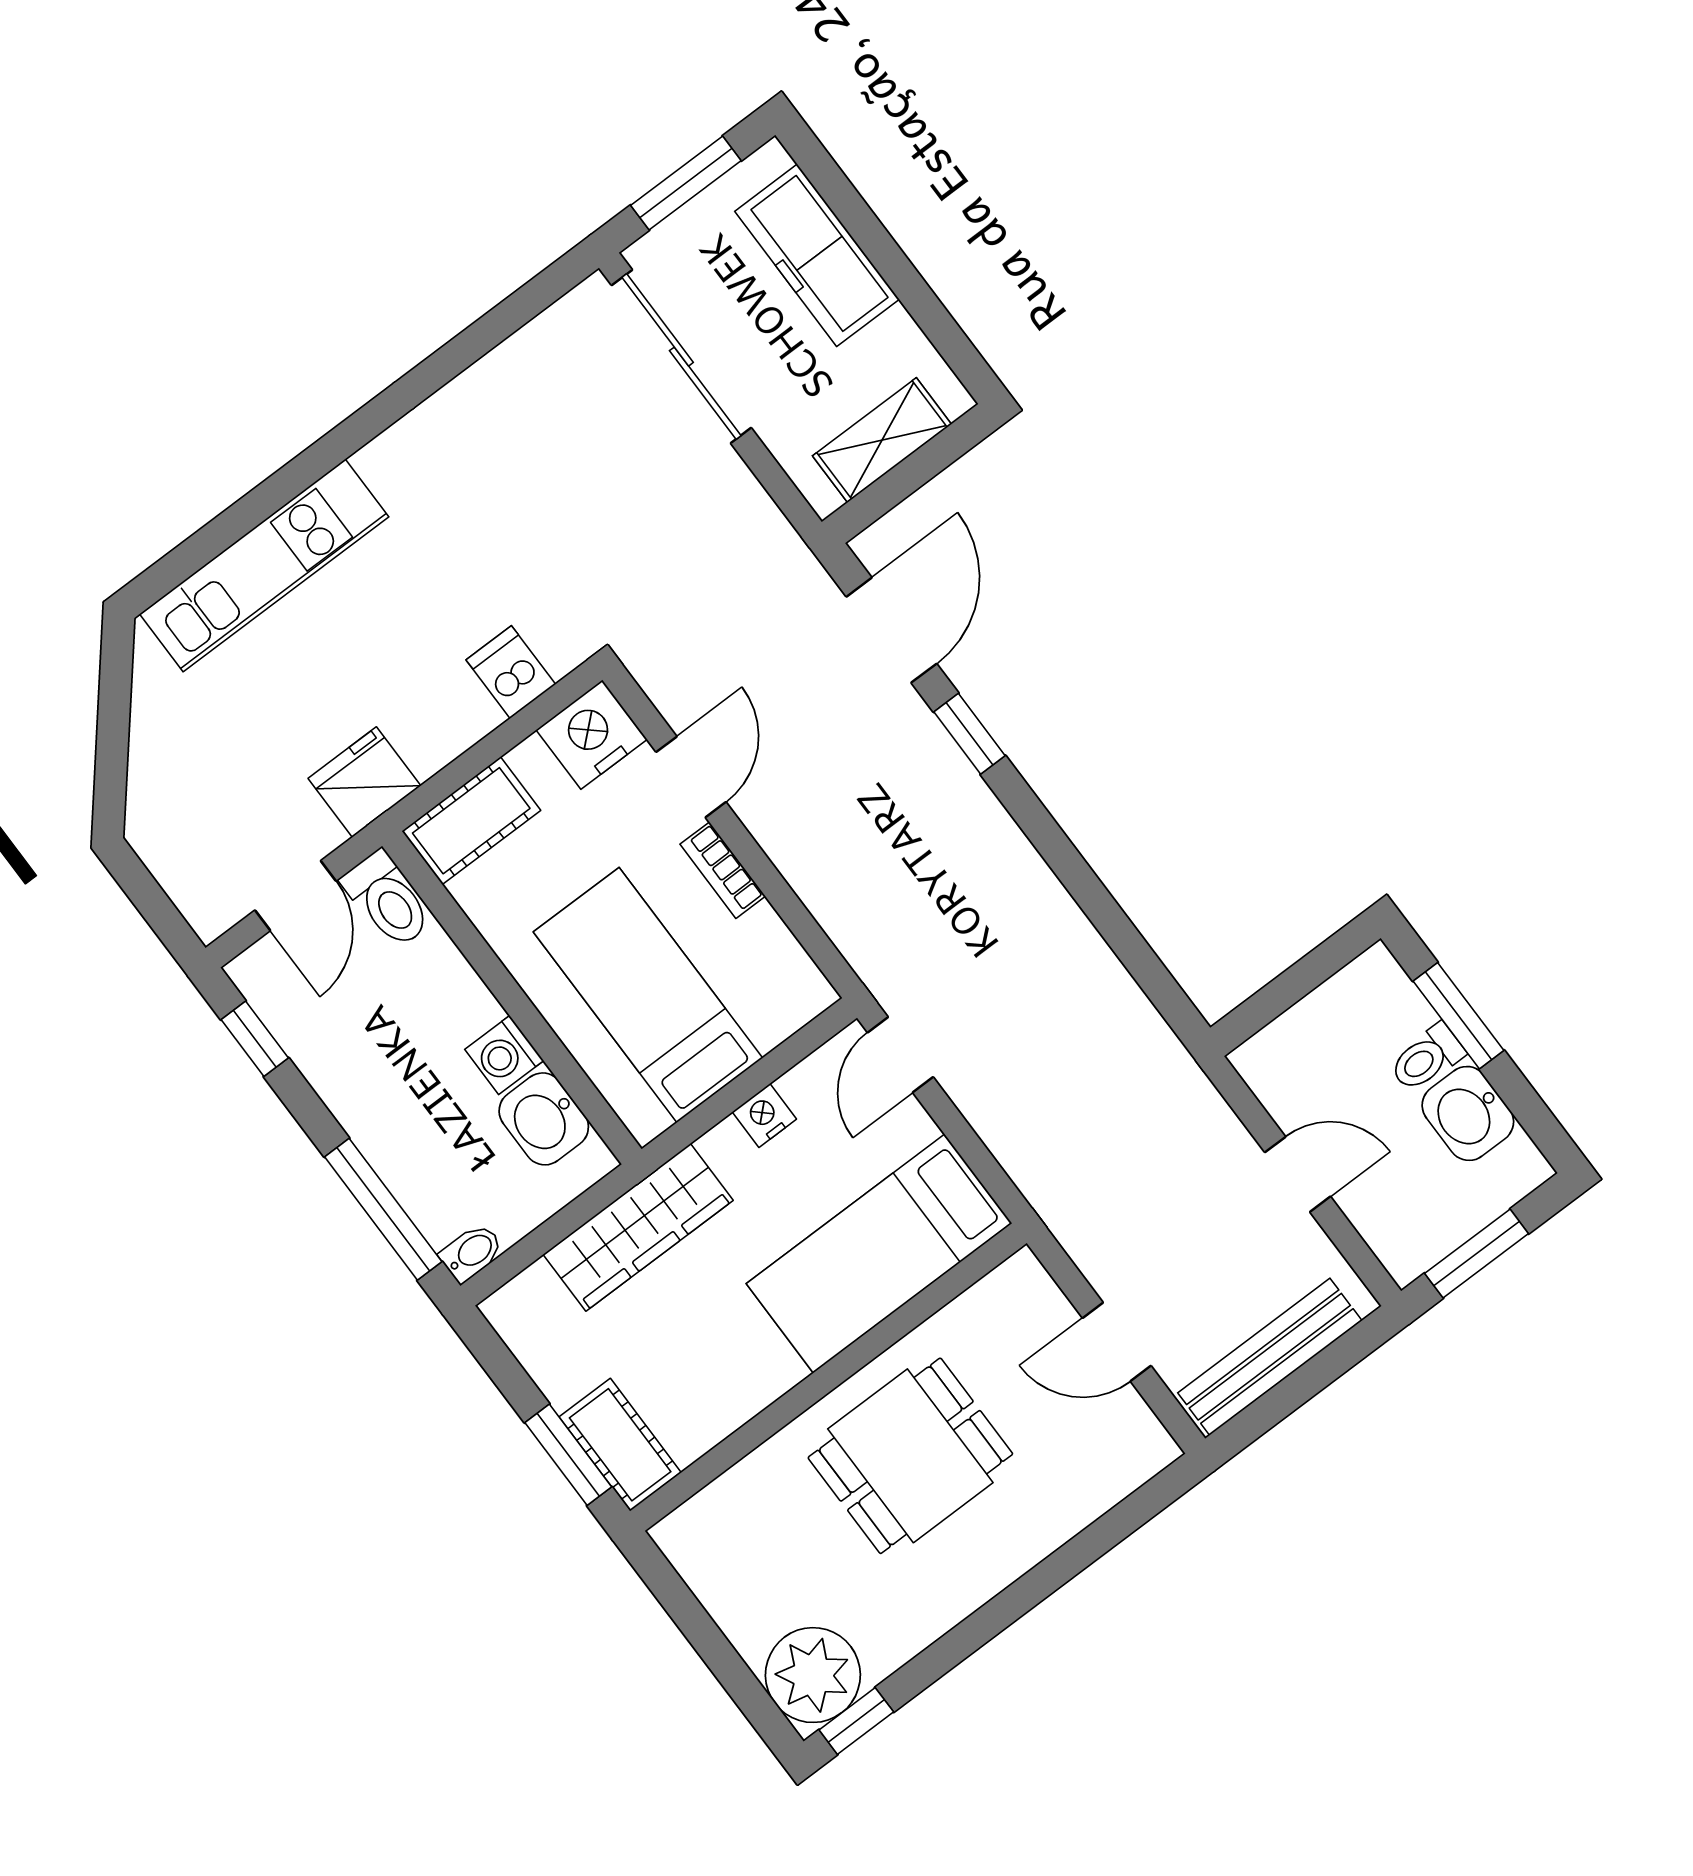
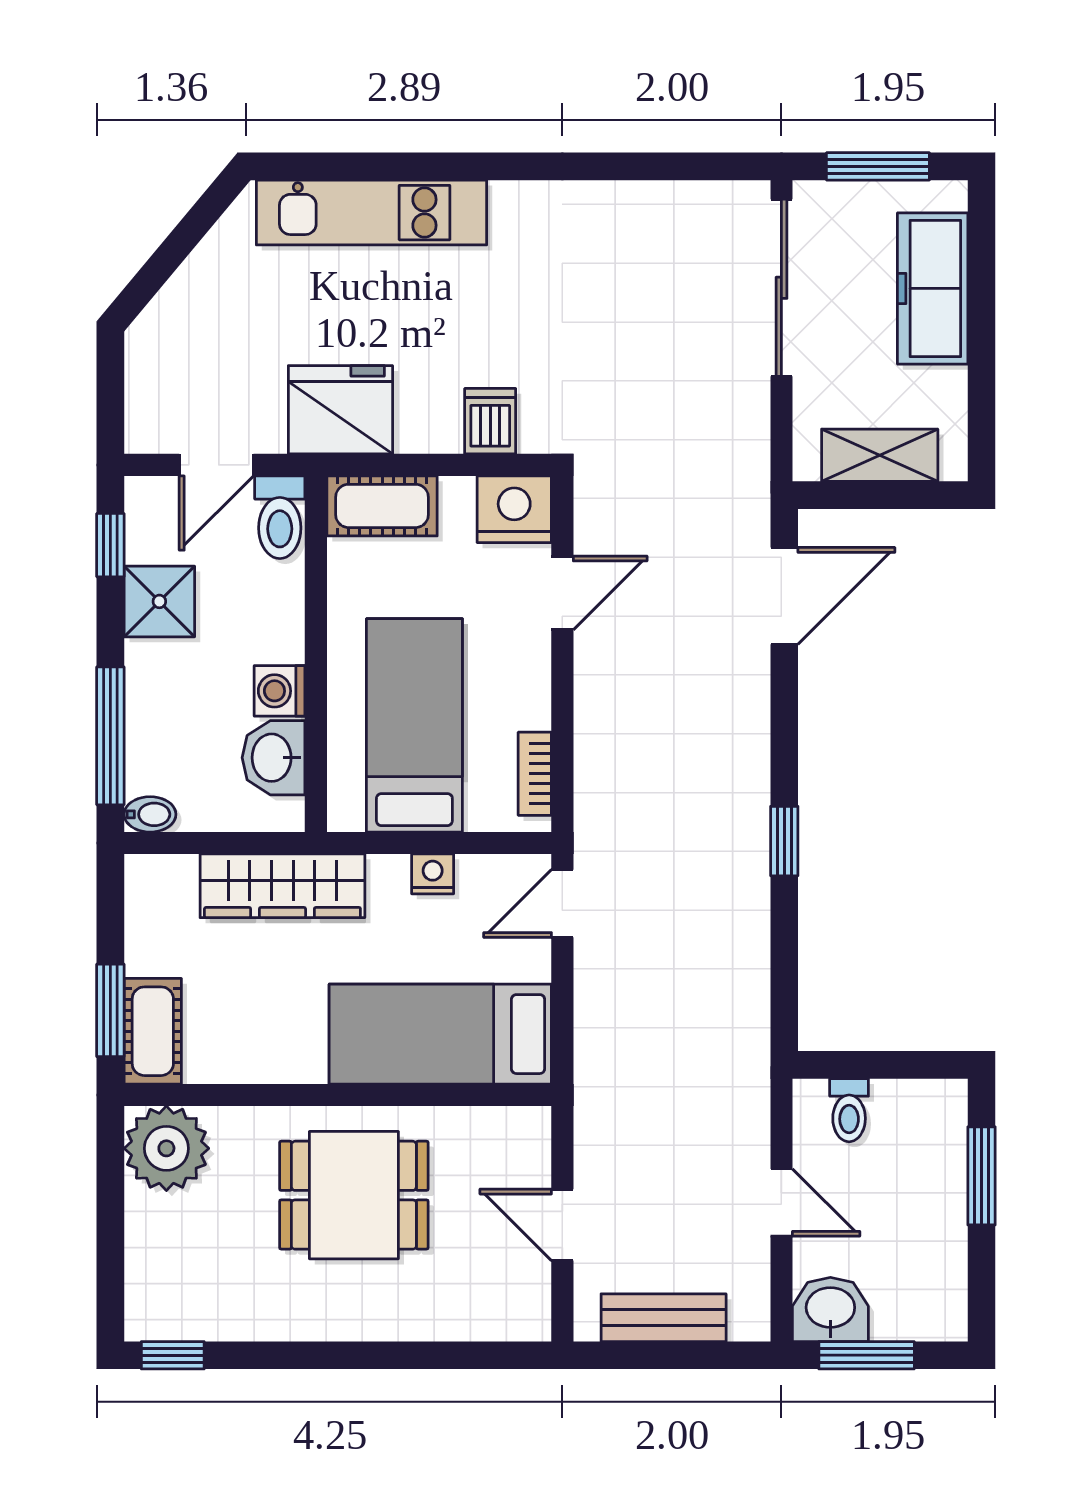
window: (969, 734) -> (784, 841), moved
fridge: (364, 782) -> (340, 410), width x1.36, depth x1.34
bookcase: (723, 870) -> (535, 774), moved
shower: (337, 1056) -> (159, 601), added
toilet: (1427, 1058) -> (849, 1110), moved, turned -90
washbasin: (1468, 1113) -> (830, 1309), moved, turned 90
bench: (1270, 1357) -> (664, 1318), width x0.73
plant: (813, 1675) -> (166, 1148), moved

